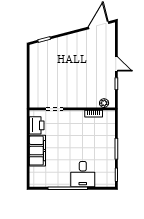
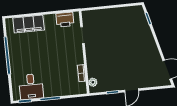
filing cabinet: (37, 151) -> (29, 24), moved
desk: (83, 174) -> (31, 87), moved, turned -90

